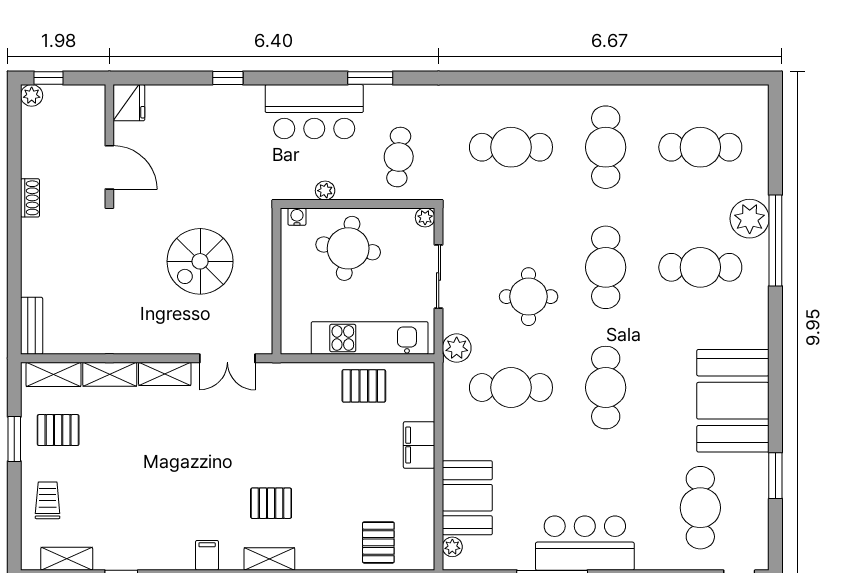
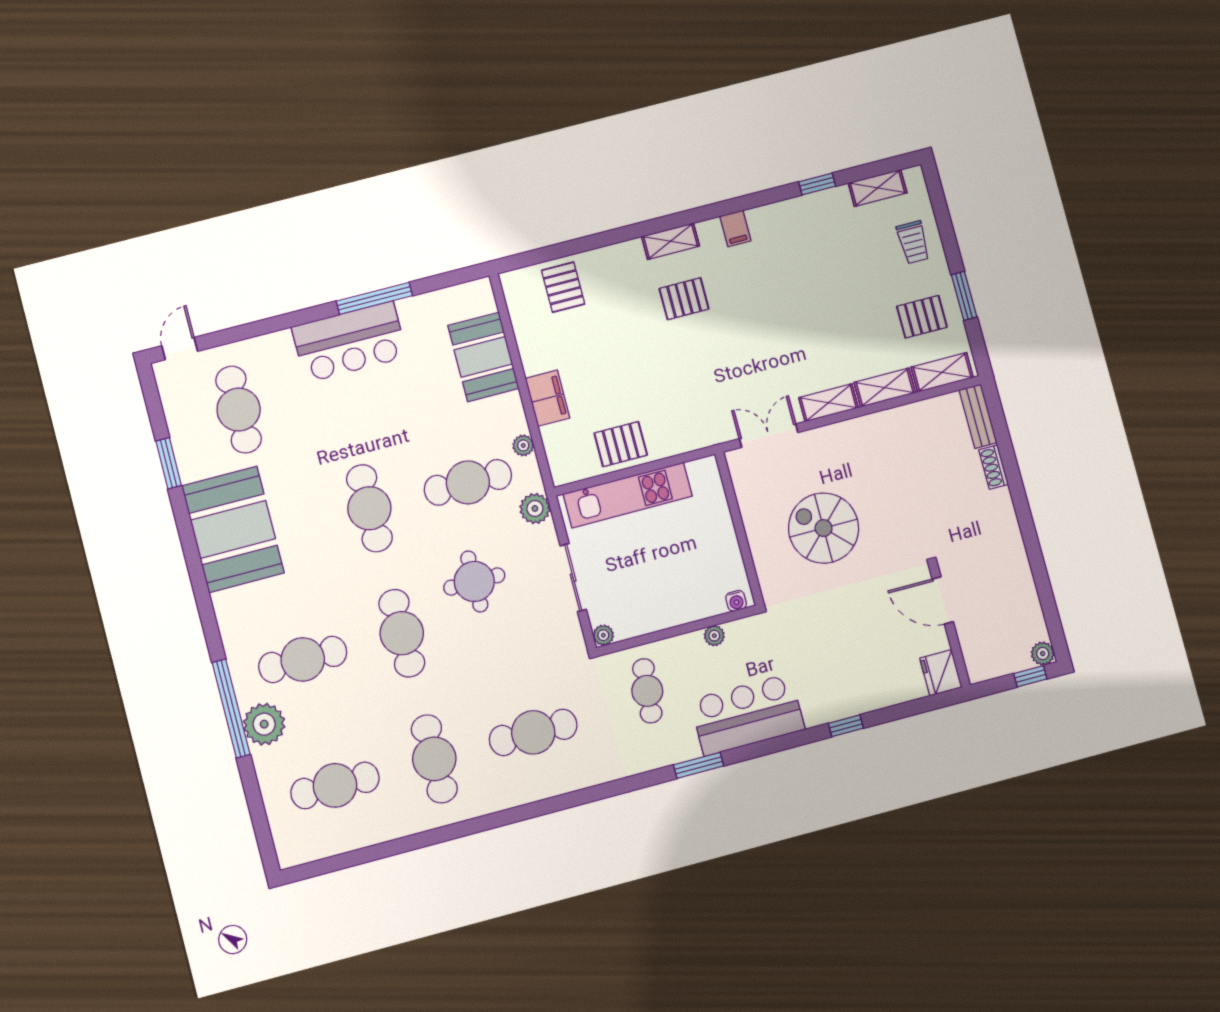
shoe rack: (30, 198) -> (994, 467), moved
round table: (348, 248) -> (674, 582), removed
spiral stairs: (200, 261) -> (824, 528), turned -90
plant: (452, 547) -> (523, 445), moved

